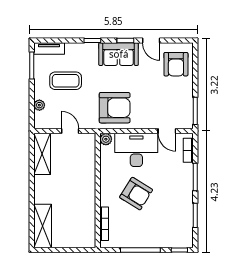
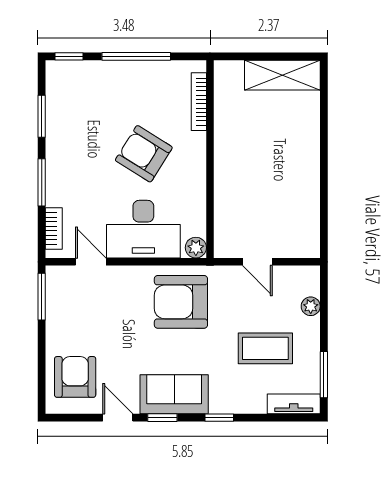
shelving: (42, 154) -> (306, 222), removed
shelving: (43, 226) -> (282, 75), moved, turned 90

